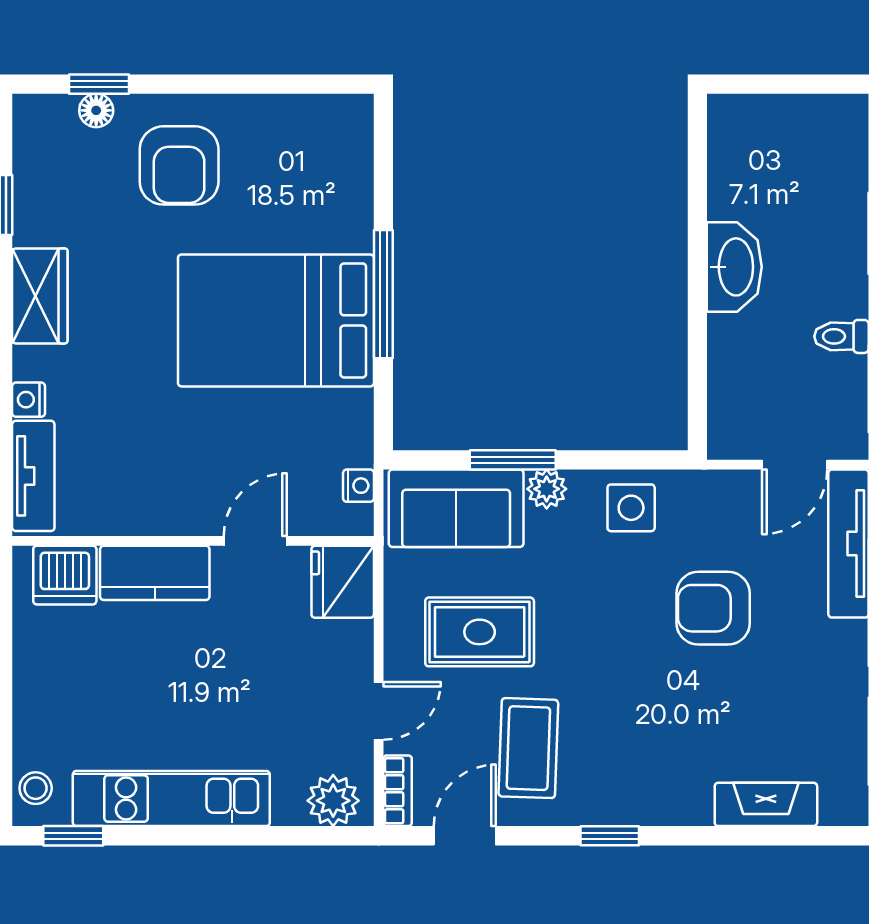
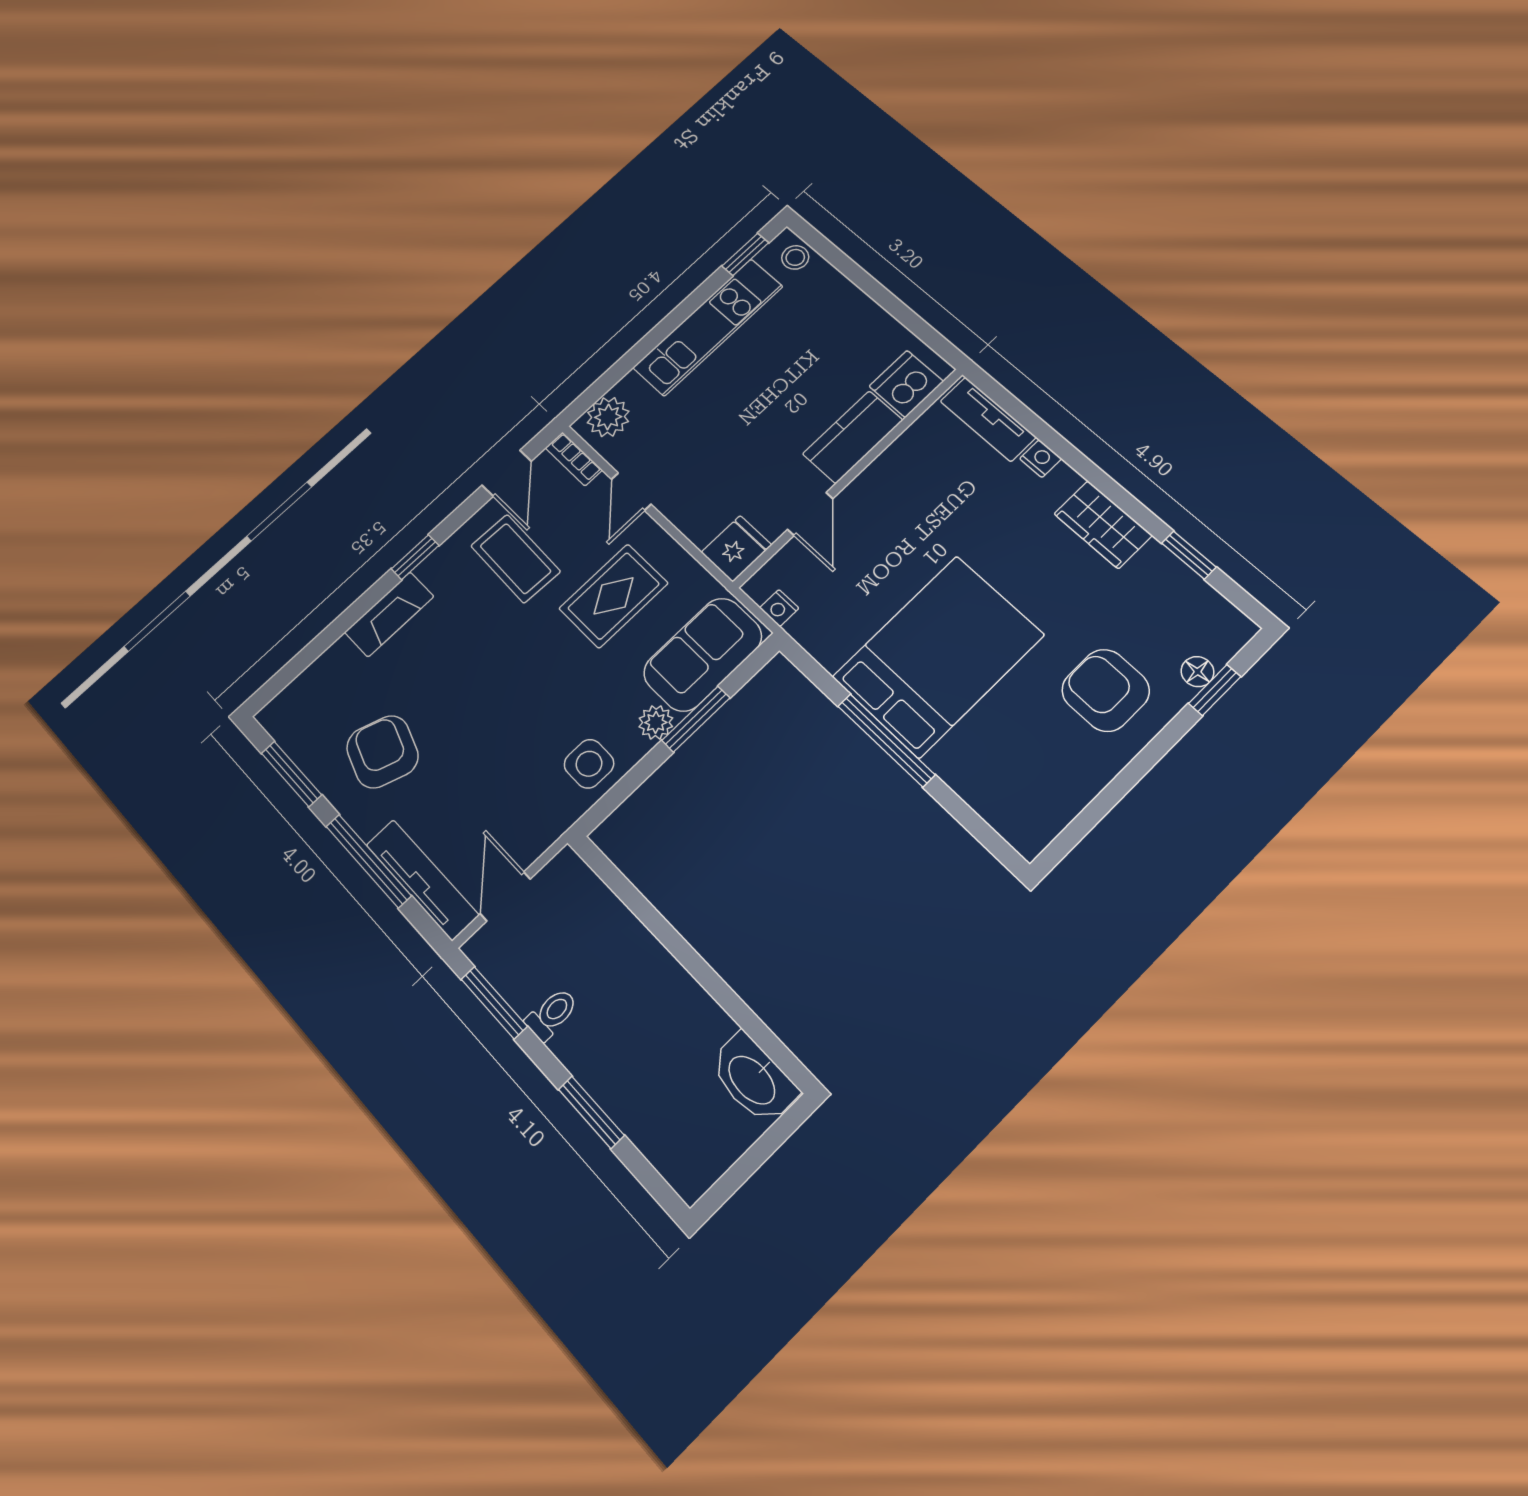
washbasin: (734, 267) -> (753, 1079), moved
fridge: (343, 582) -> (736, 549), width x0.72
armchair: (713, 608) -> (382, 752), moved, turned -71
fireplace: (766, 804) -> (389, 614), moved

